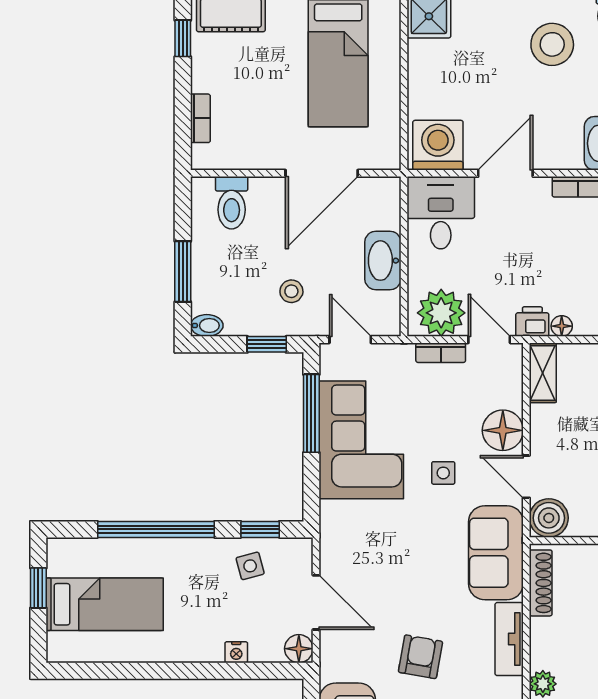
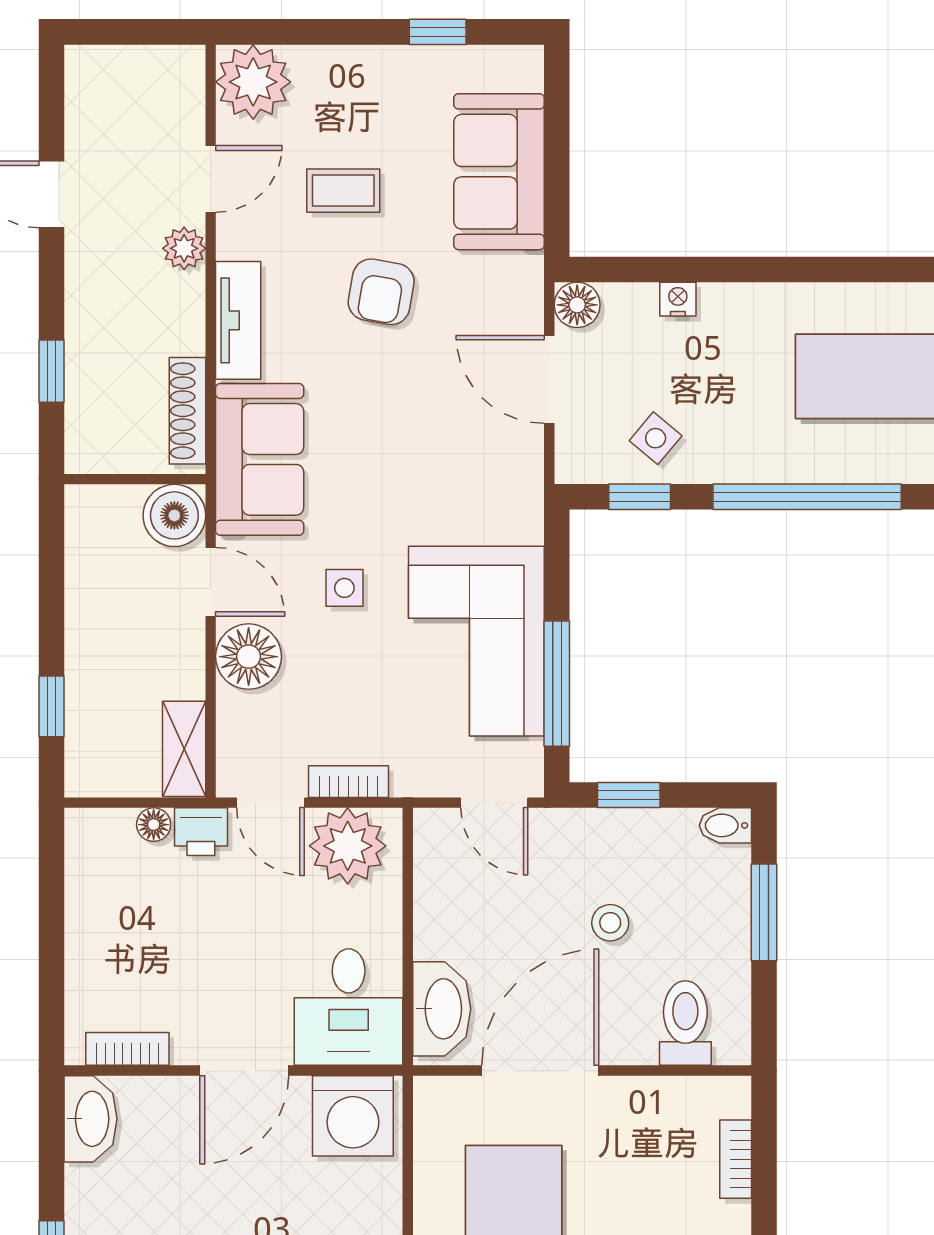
washbasin: (383, 261) -> (442, 1009), moved
stool: (291, 291) -> (610, 923), moved
side table: (250, 566) -> (656, 438), turned -35

